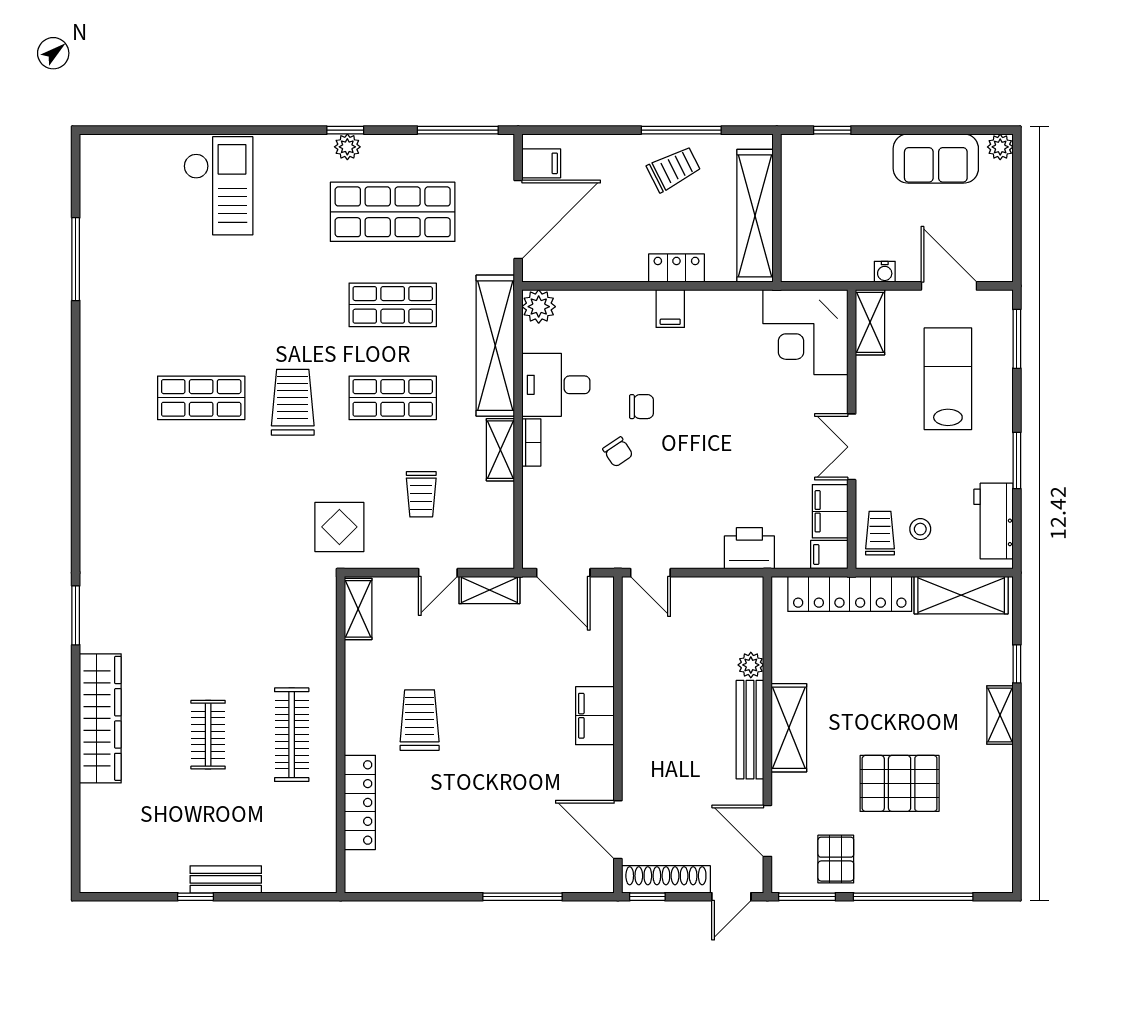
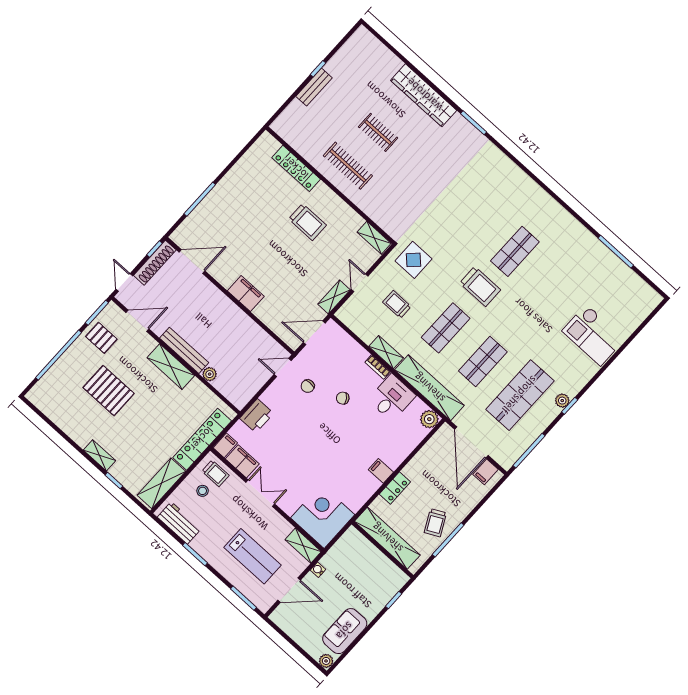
chair: (641, 407) -> (308, 386), moved
pallet: (900, 783) -> (109, 391), turned 90

